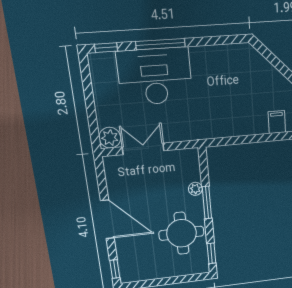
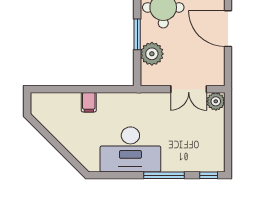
desk: (155, 77) -> (130, 149), moved
filing cabinet: (277, 122) -> (89, 102), moved
plant: (195, 189) -> (152, 54), width x1.88, depth x1.88

